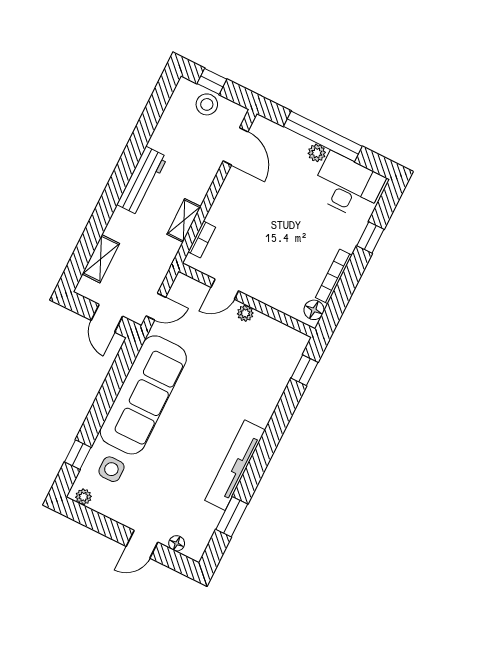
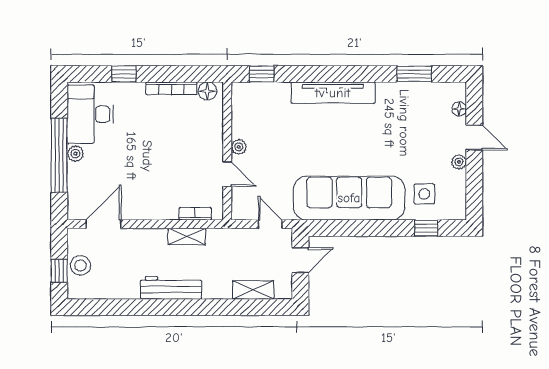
tv unit: (235, 465) -> (333, 93), moved
plant: (84, 497) -> (459, 162), moved

